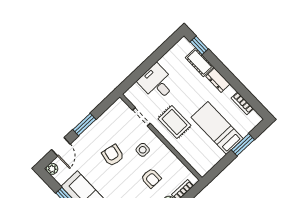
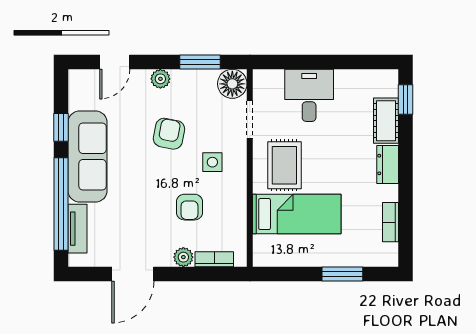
floor lamp: (119, 109) -> (232, 84), added
window: (84, 124) -> (200, 62), moved
bed: (217, 128) -> (297, 214), moved, turned 90
plant: (52, 169) -> (160, 79), moved

